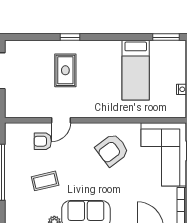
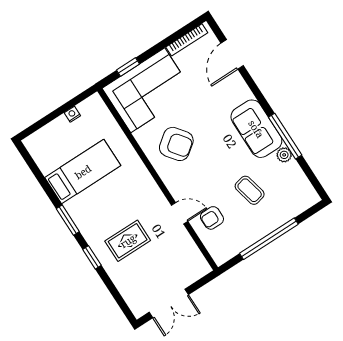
window: (166, 37) -> (68, 220), moved
armchair: (43, 141) -> (212, 218), turned 90

